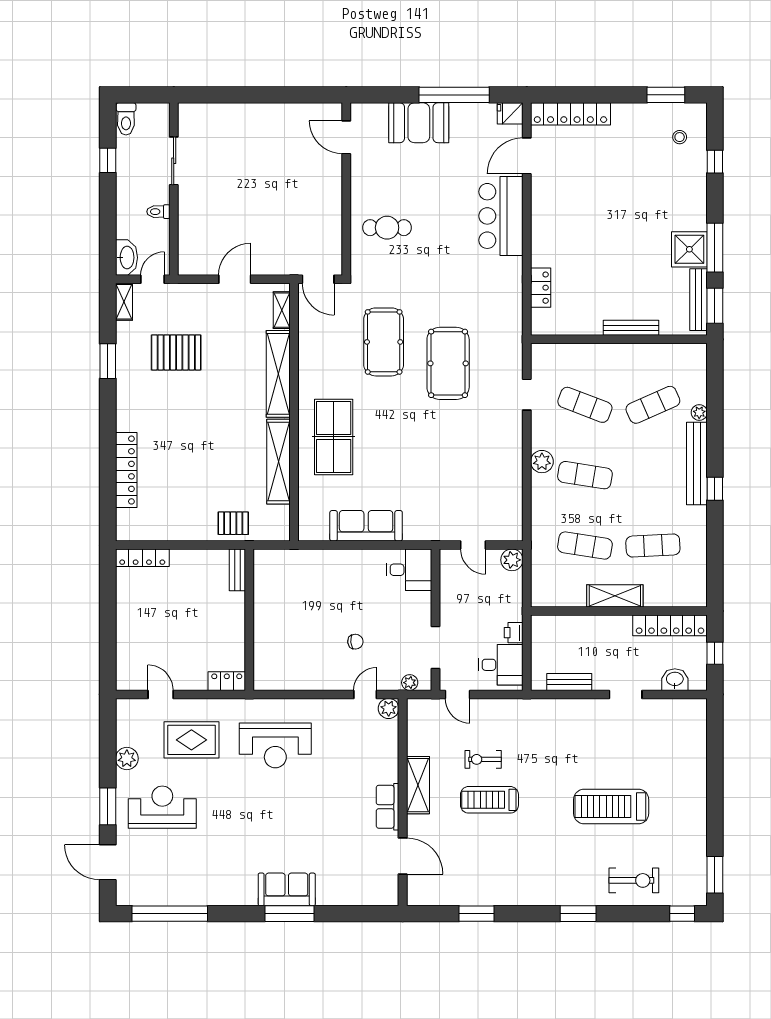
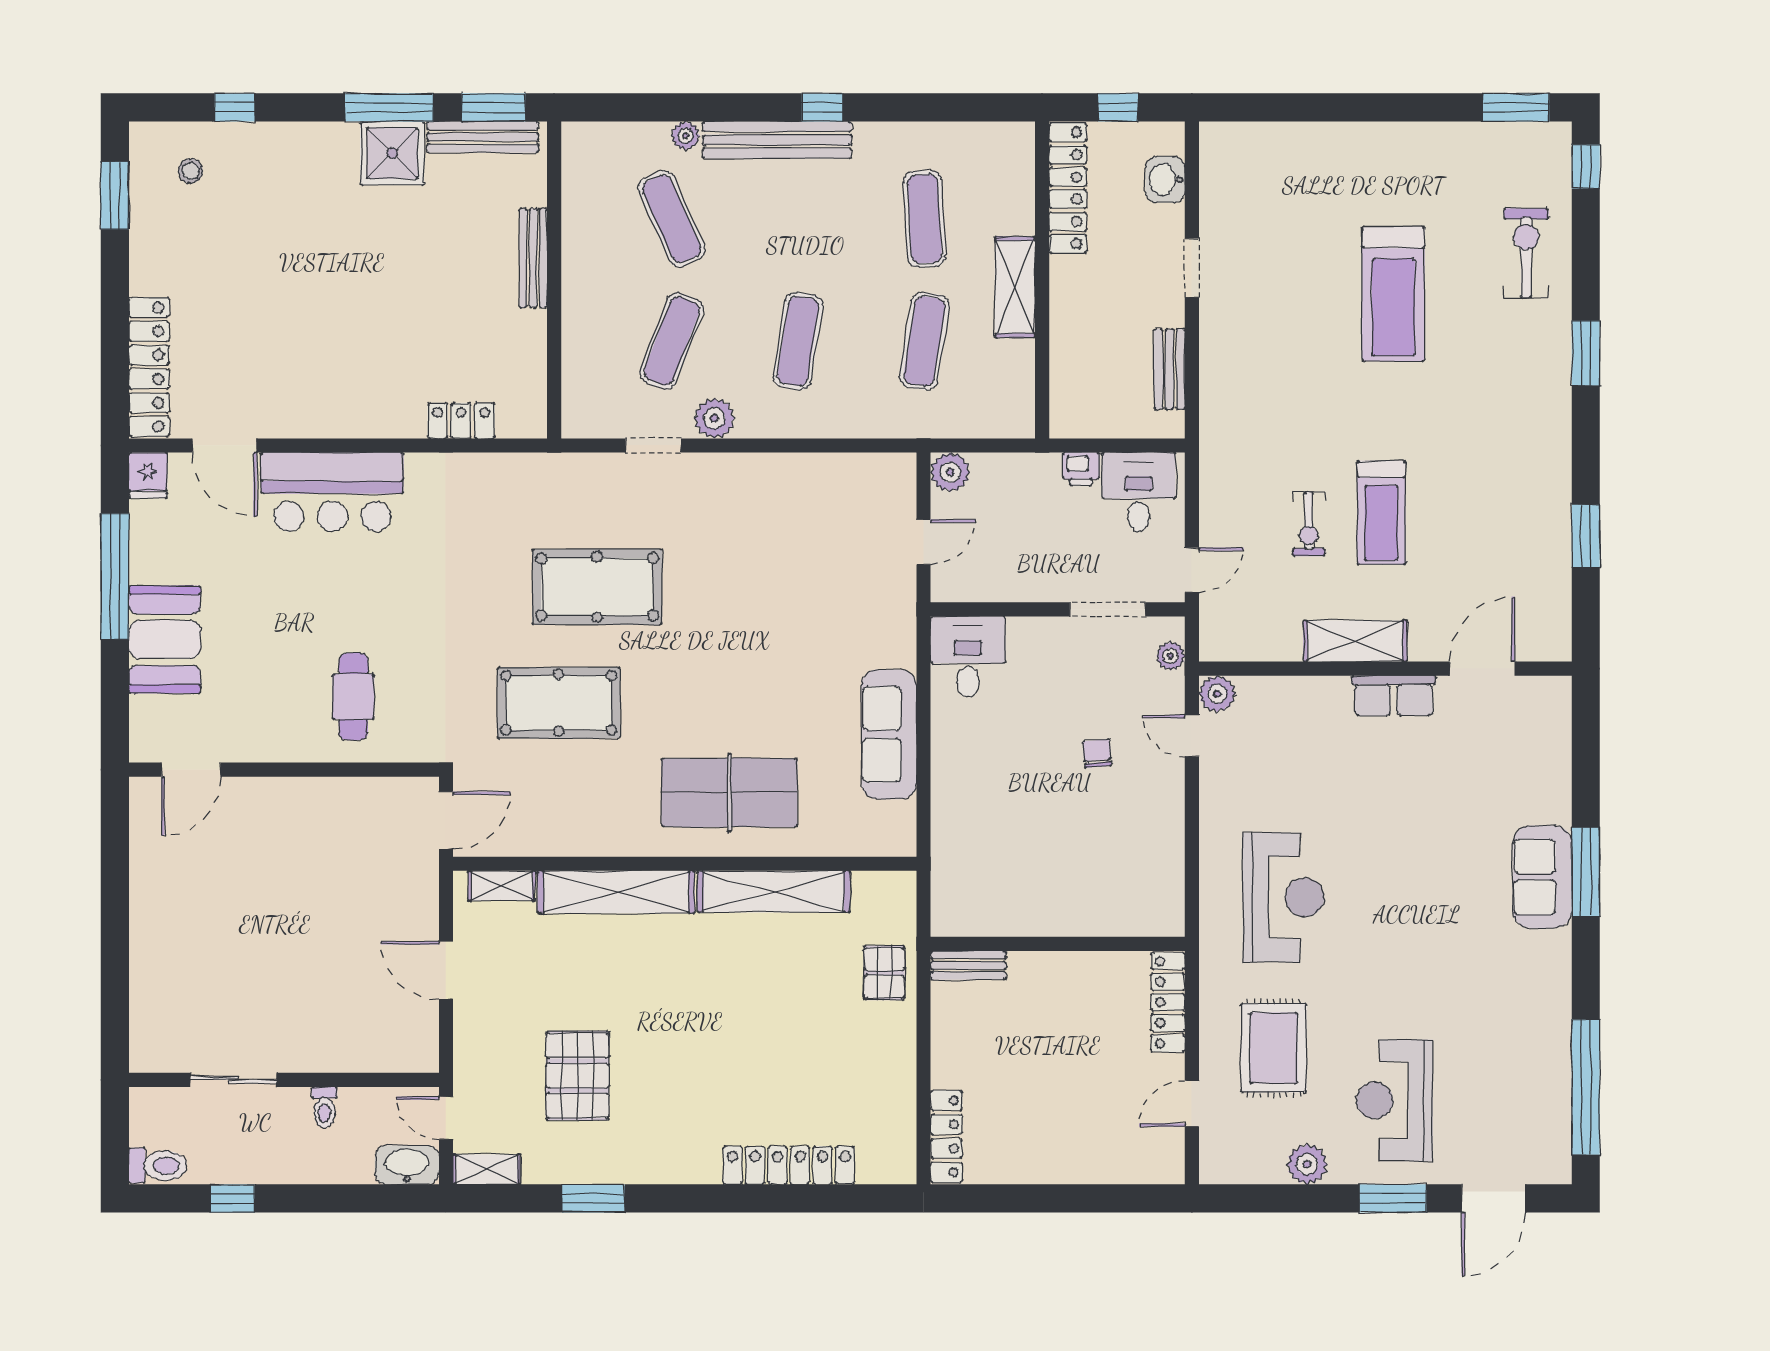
plant: (542, 462) -> (714, 418), moved
locker: (227, 681) -> (1168, 1002), width x1.53

